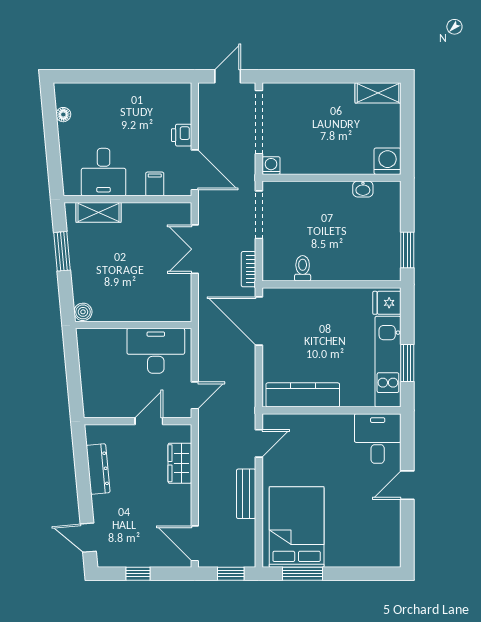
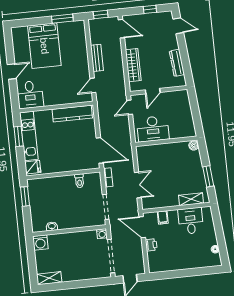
wardrobe: (180, 463) -> (133, 65), width x1.50
bed: (297, 527) -> (44, 46), moved

